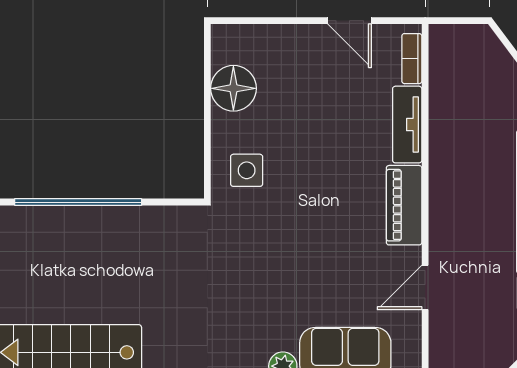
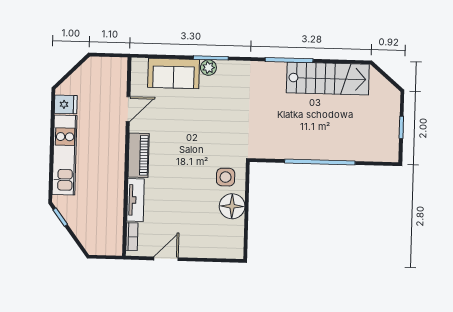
door: (350, 21) -> (166, 259), hinge flipped
floor lamp: (233, 88) -> (232, 206), moved

